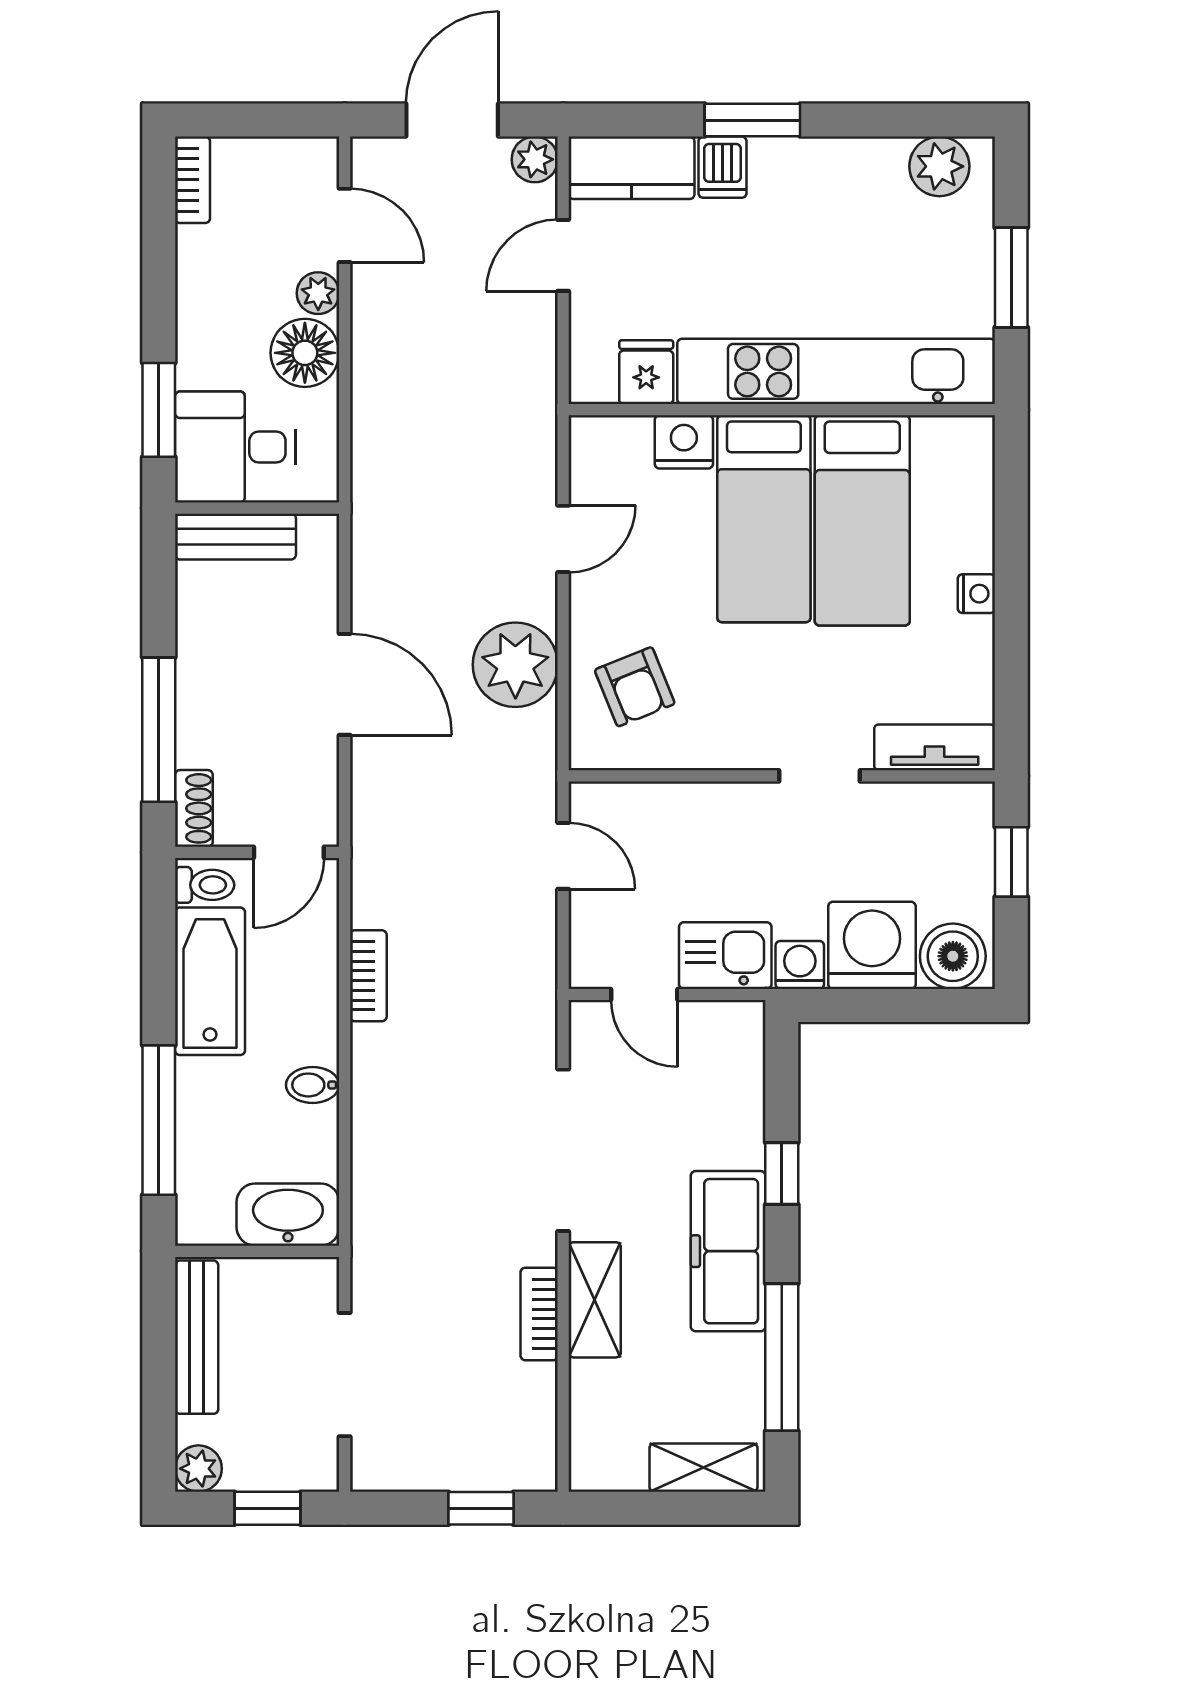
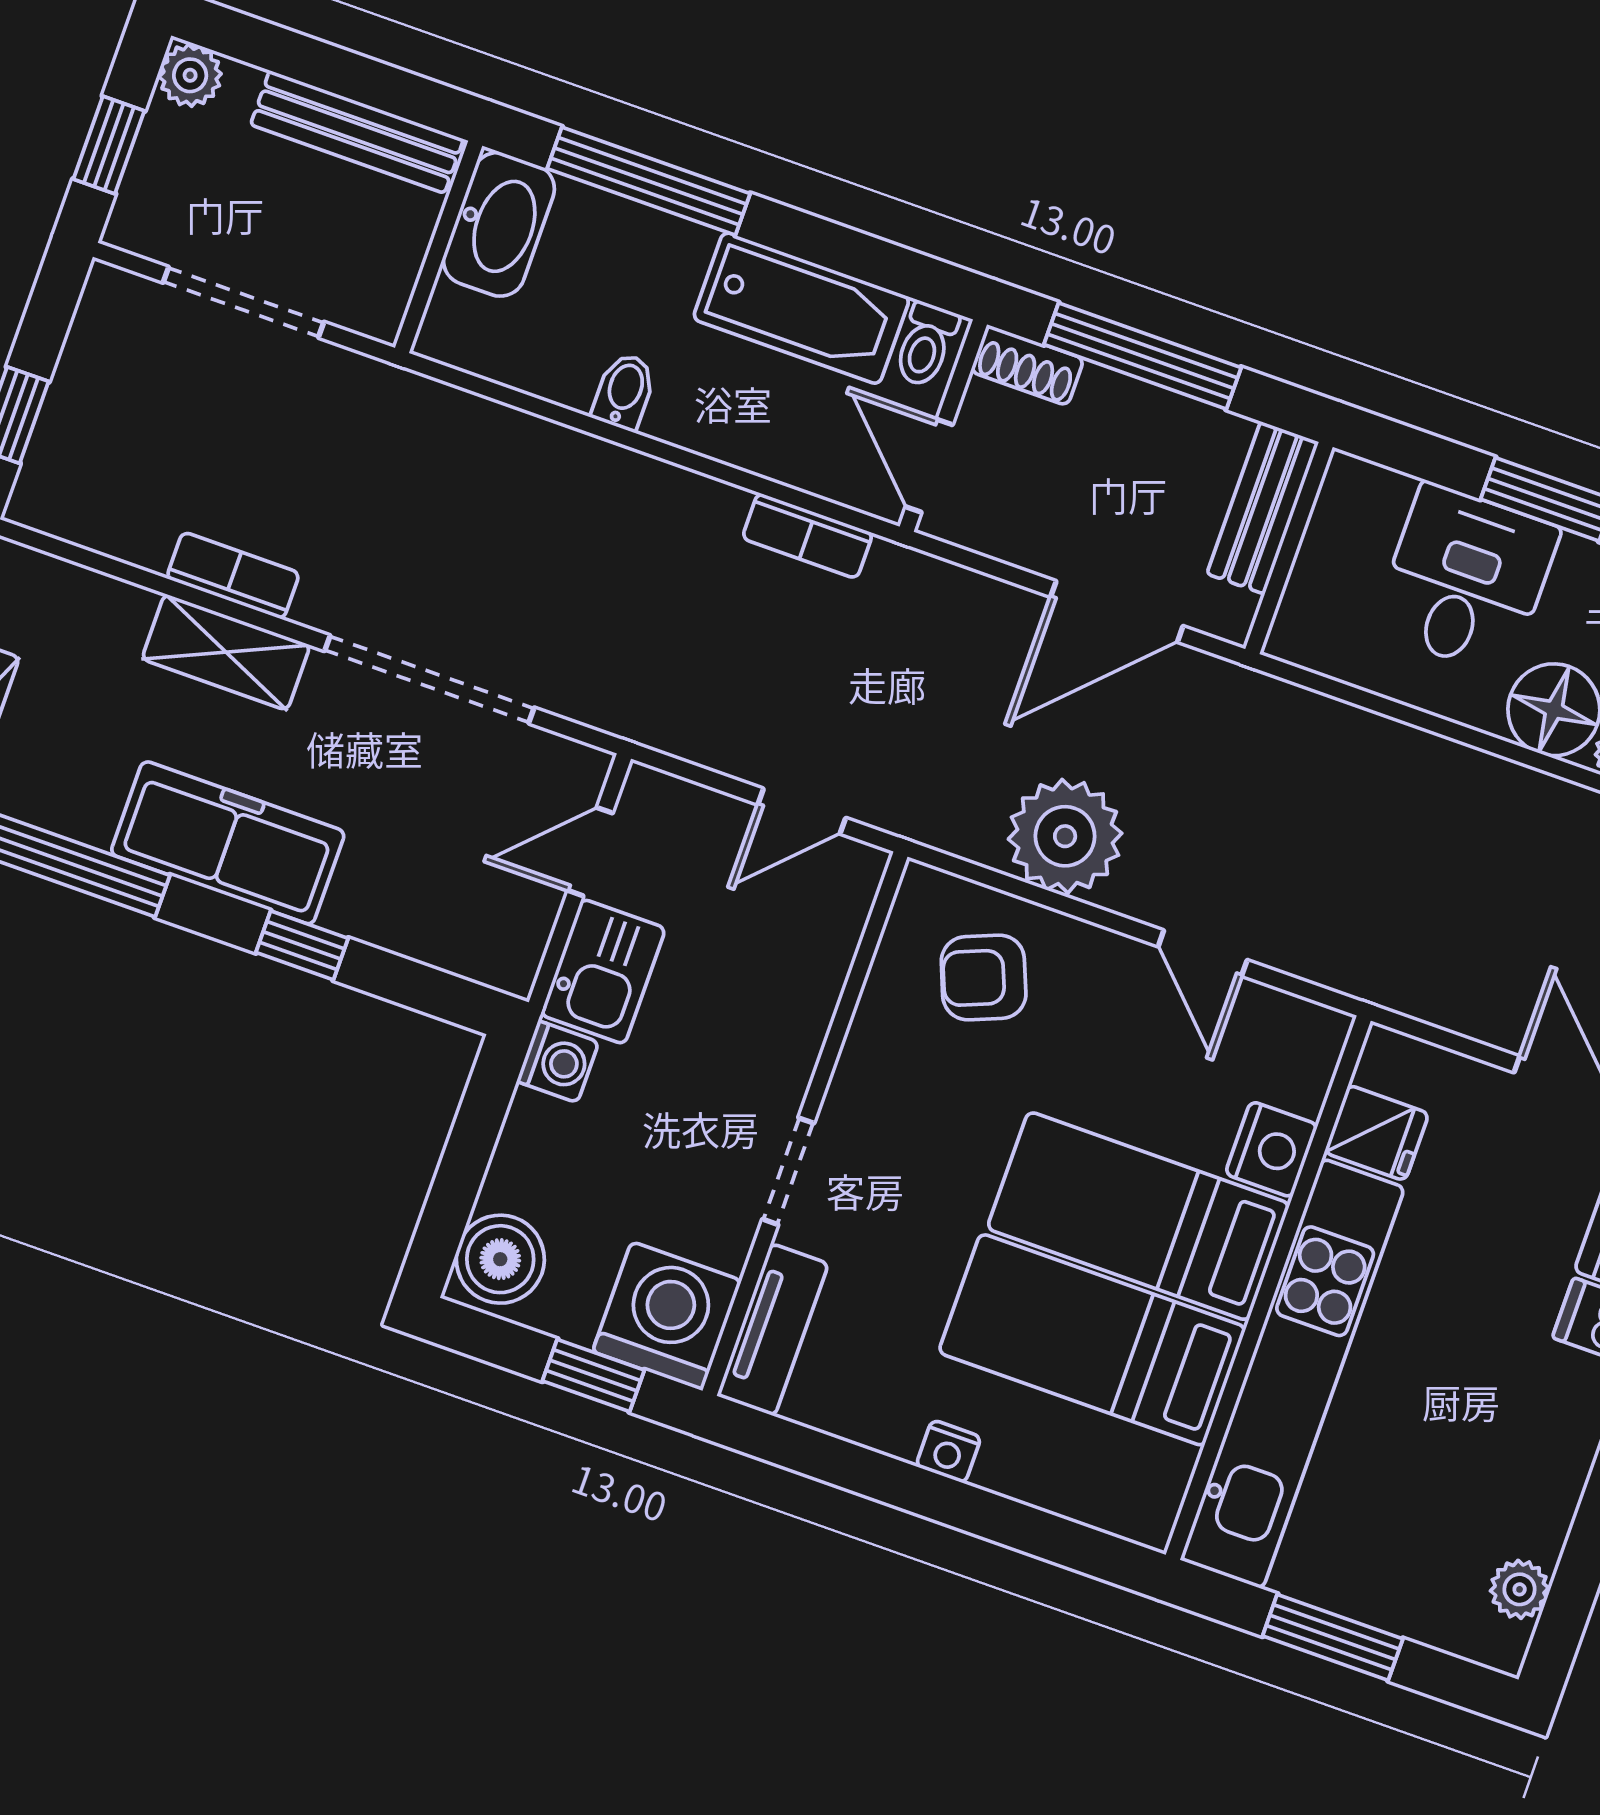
plant: (939, 166) -> (1520, 1589), width x0.73, depth x0.73
wall: (257, 508) -> (1289, 548), moved
bench: (235, 537) -> (1263, 508), moved
washing machine: (872, 945) -> (667, 1316), moved, turned -90
bookcase: (368, 976) -> (807, 536), moved
washbasin: (288, 1215) -> (499, 224), moved

